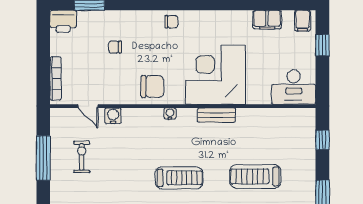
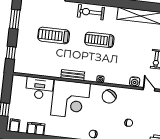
chair: (152, 86) -> (109, 97), turned -54
desk: (294, 87) -> (39, 88), moved
treadmill: (255, 176) -> (54, 35), turned 180

